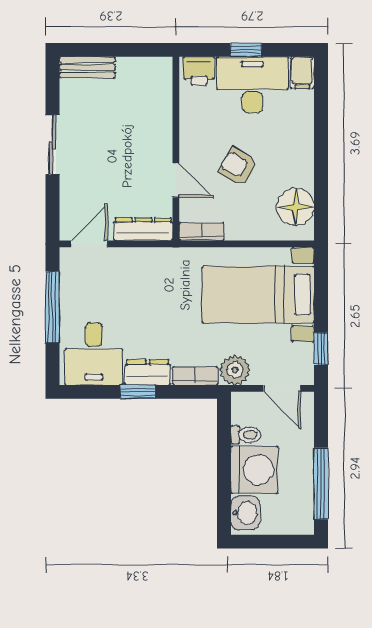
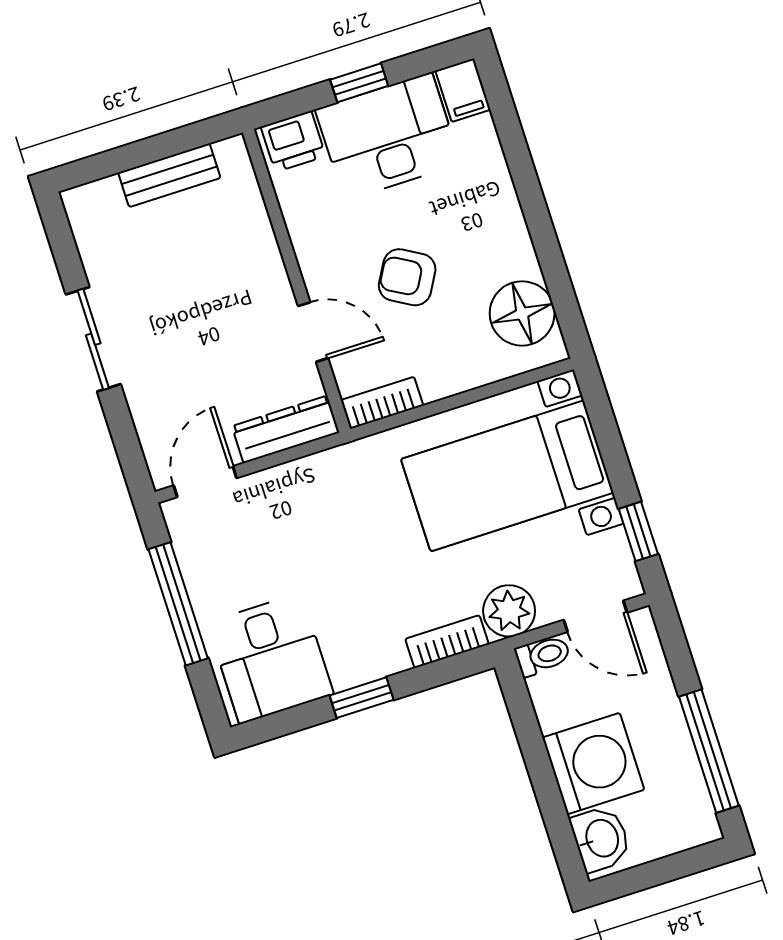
bench: (87, 67) -> (169, 175), moved
dresser: (148, 372) -> (368, 661), removed
toilet: (246, 435) -> (543, 656), moved

